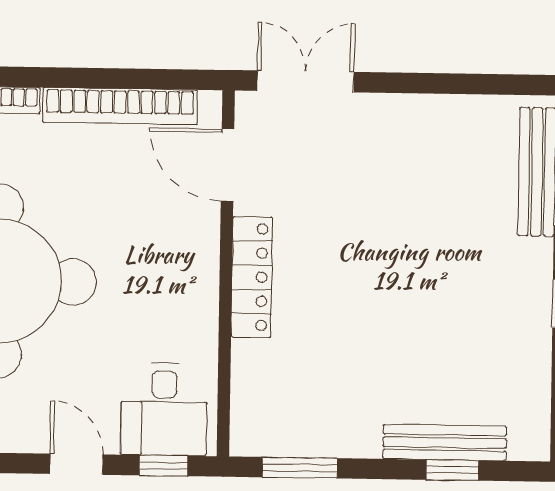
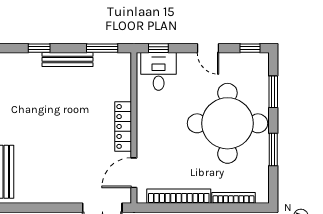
door: (227, 165) -> (134, 173), swing flipped
bench: (445, 443) -> (67, 59), moved
door: (77, 464) -> (208, 48), moved

